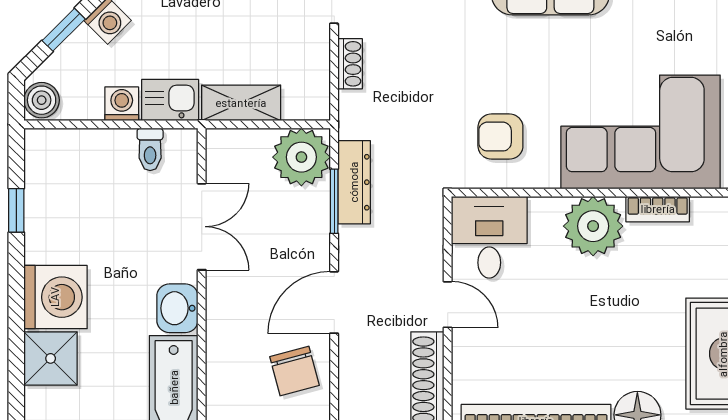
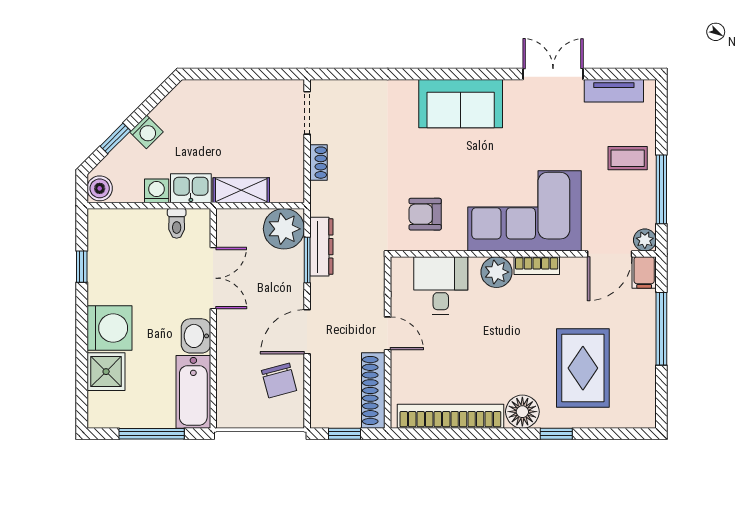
plant: (593, 226) -> (496, 272), width x0.73, depth x0.73
desk: (489, 237) -> (441, 286), moved

